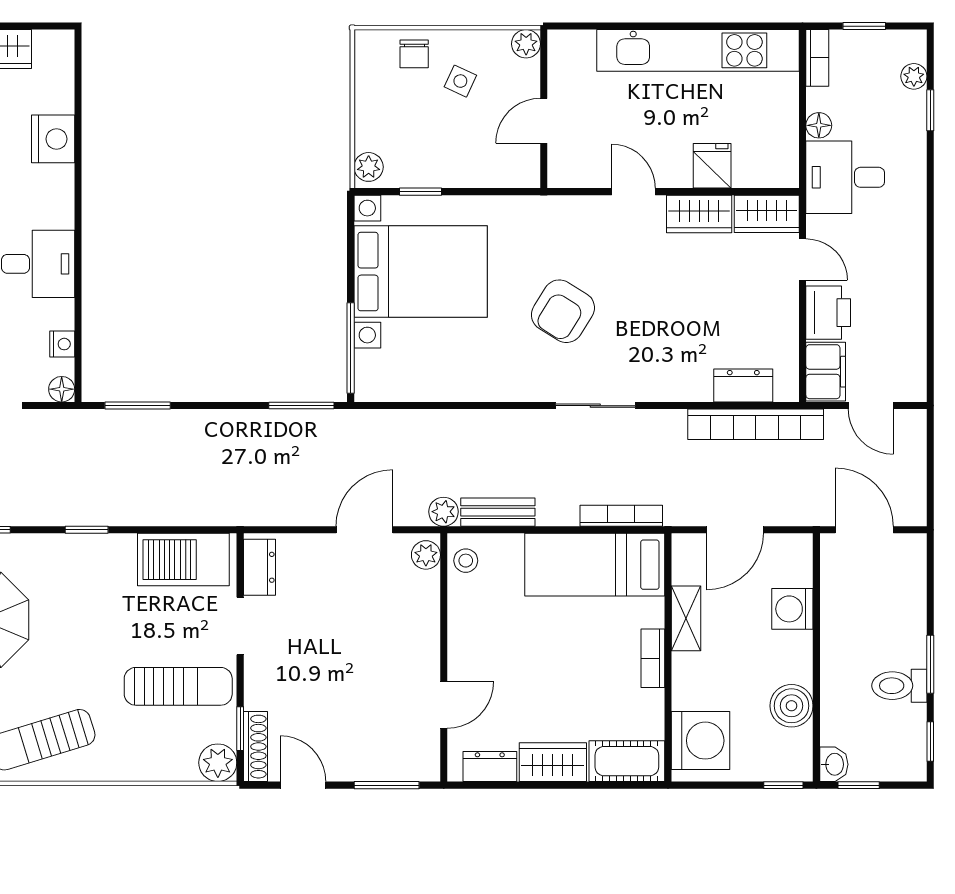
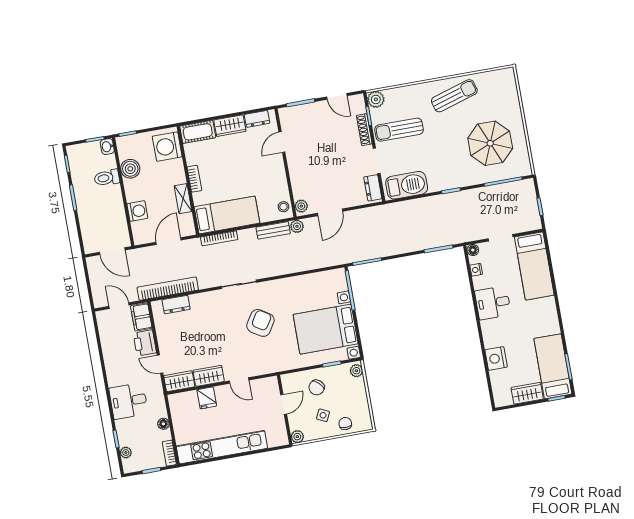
chair: (464, 146) -> (317, 387), added
desk: (845, 177) -> (128, 401), moved, turned 180
toilet: (899, 686) -> (107, 178), moved, turned 180
shoe rack: (256, 747) -> (364, 130), moved

